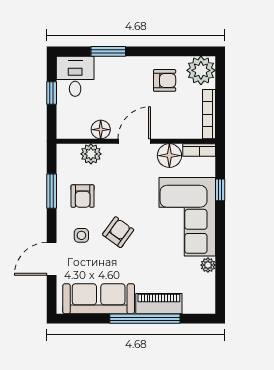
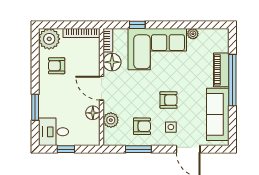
armchair: (165, 80) -> (57, 66), turned -90
armchair: (118, 232) -> (169, 100), turned 144

